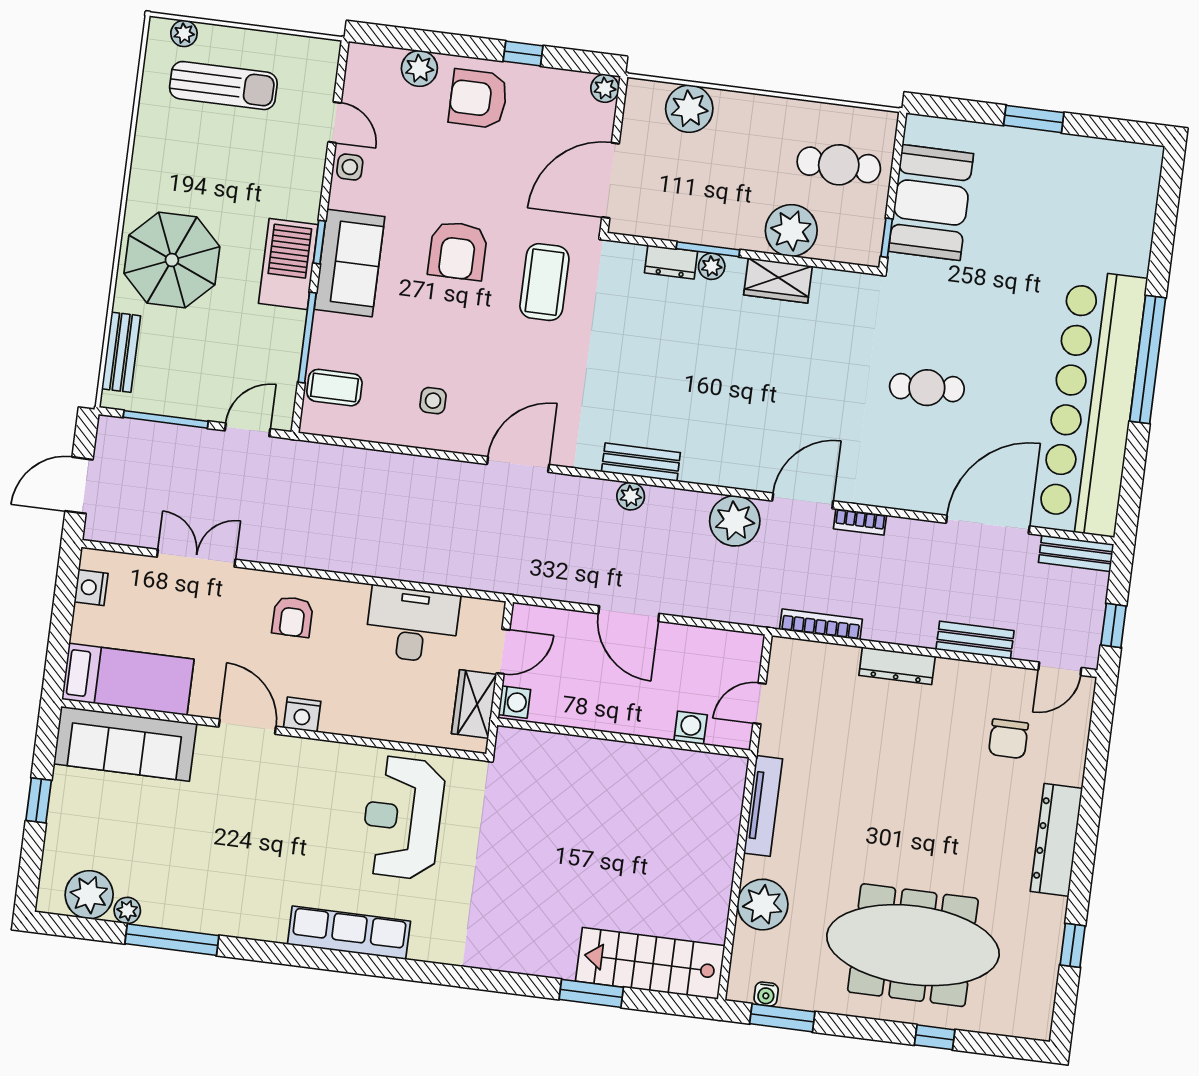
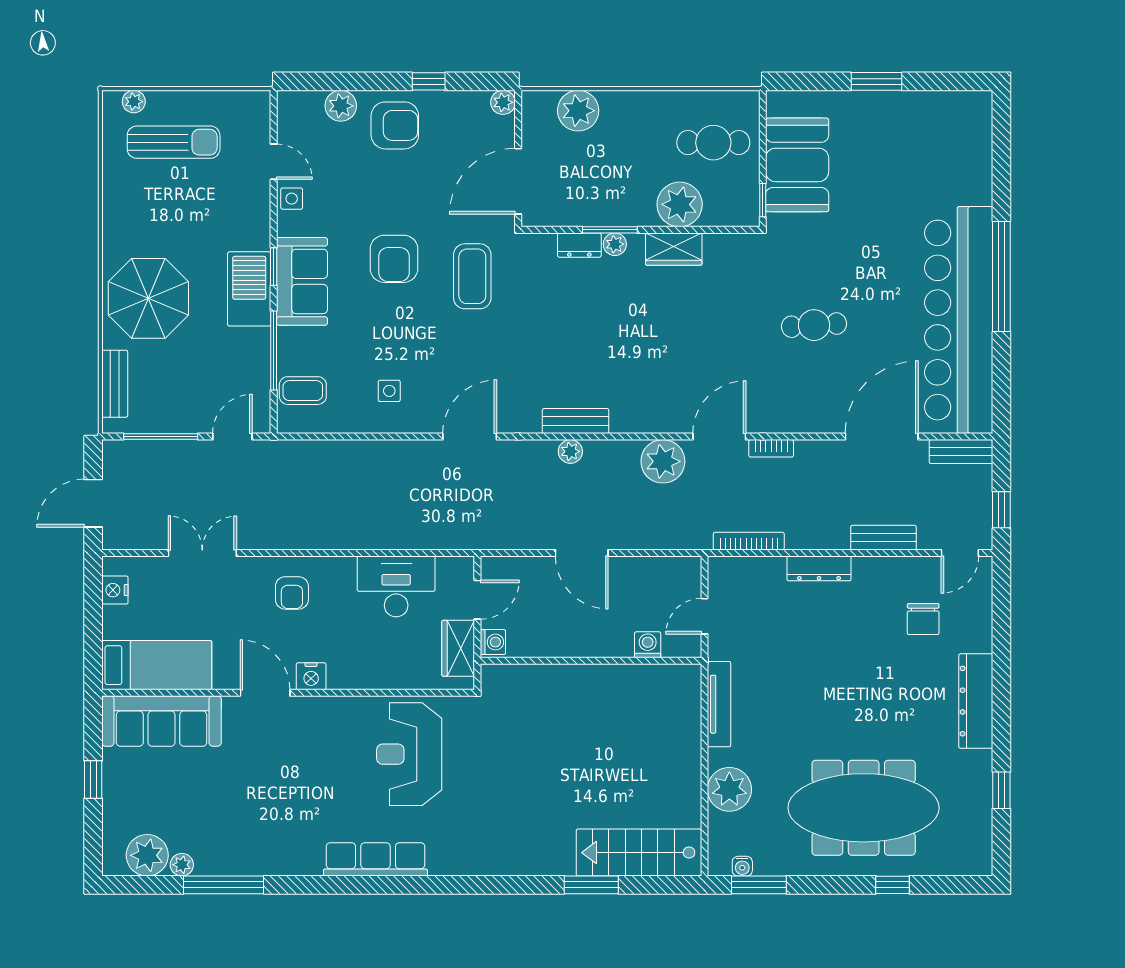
armchair: (478, 99) -> (395, 125), turned 180

